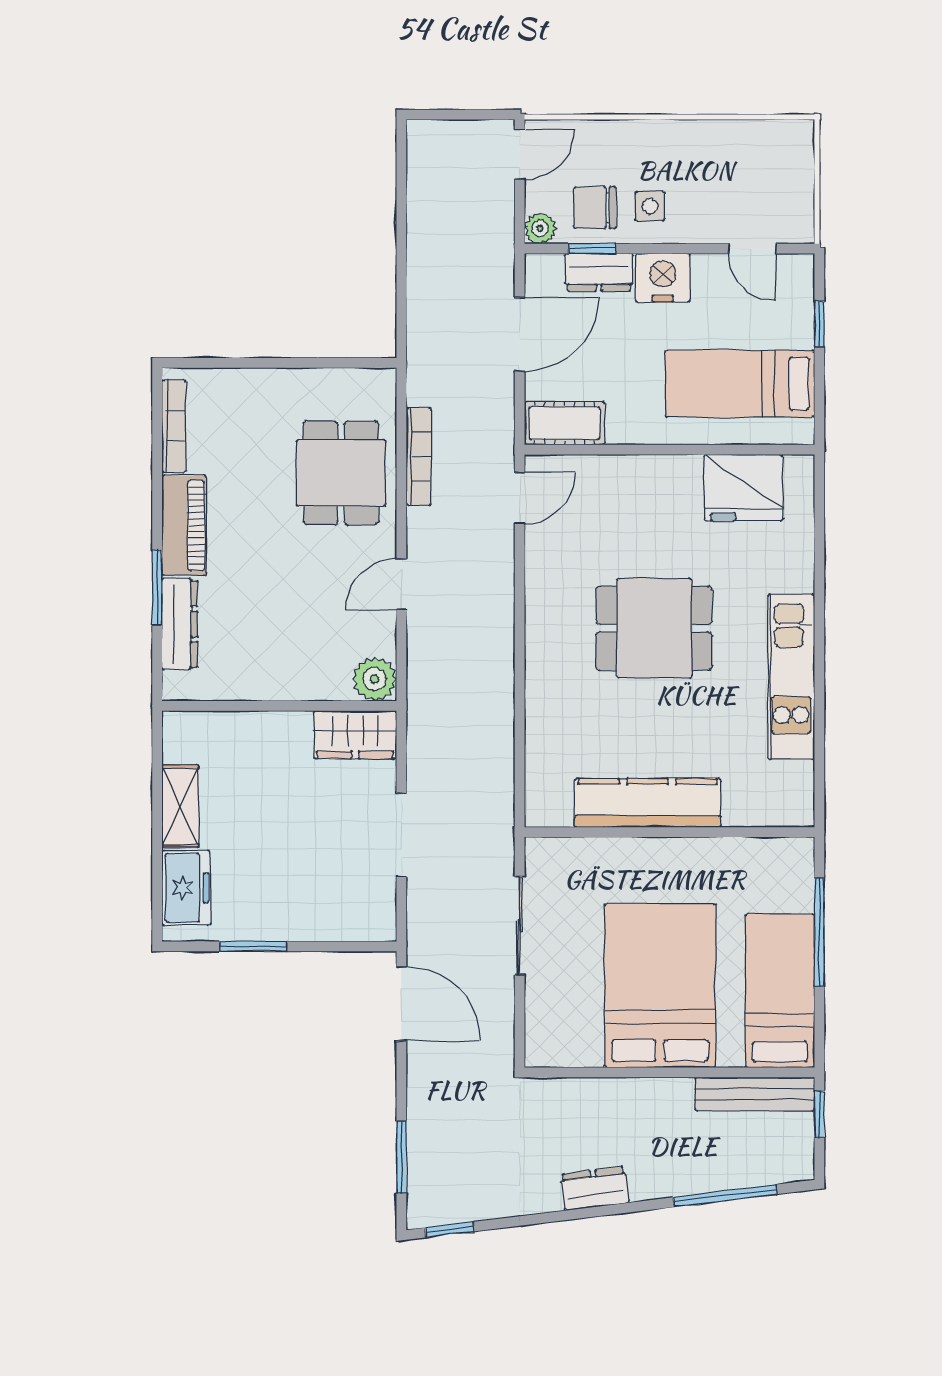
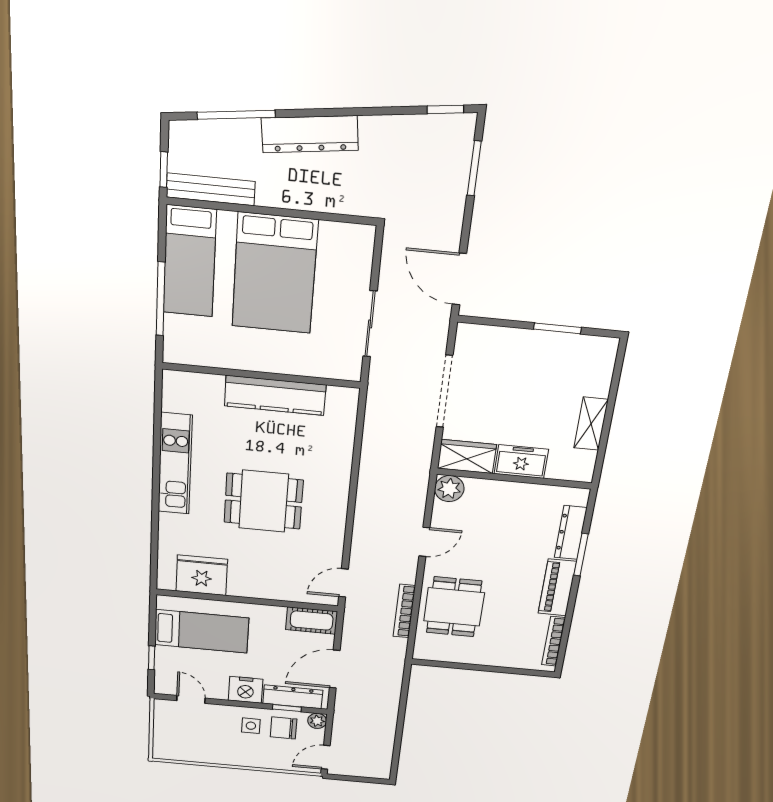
chair: (595, 208) -> (284, 728), turned 180
dresser: (599, 272) -> (293, 697), width x1.44
doorway: (401, 835) -> (444, 391), width x1.36
freezer: (186, 888) -> (521, 462), moved, turned 90
dresser: (595, 1189) -> (310, 134), width x1.96, depth x1.24

